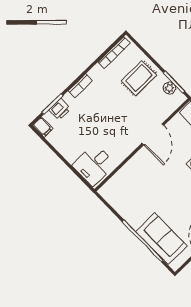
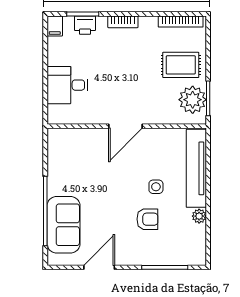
plant: (169, 88) -> (193, 100), width x1.88, depth x1.88
door: (153, 134) -> (125, 126), moved
desk: (94, 165) -> (67, 85), moved

